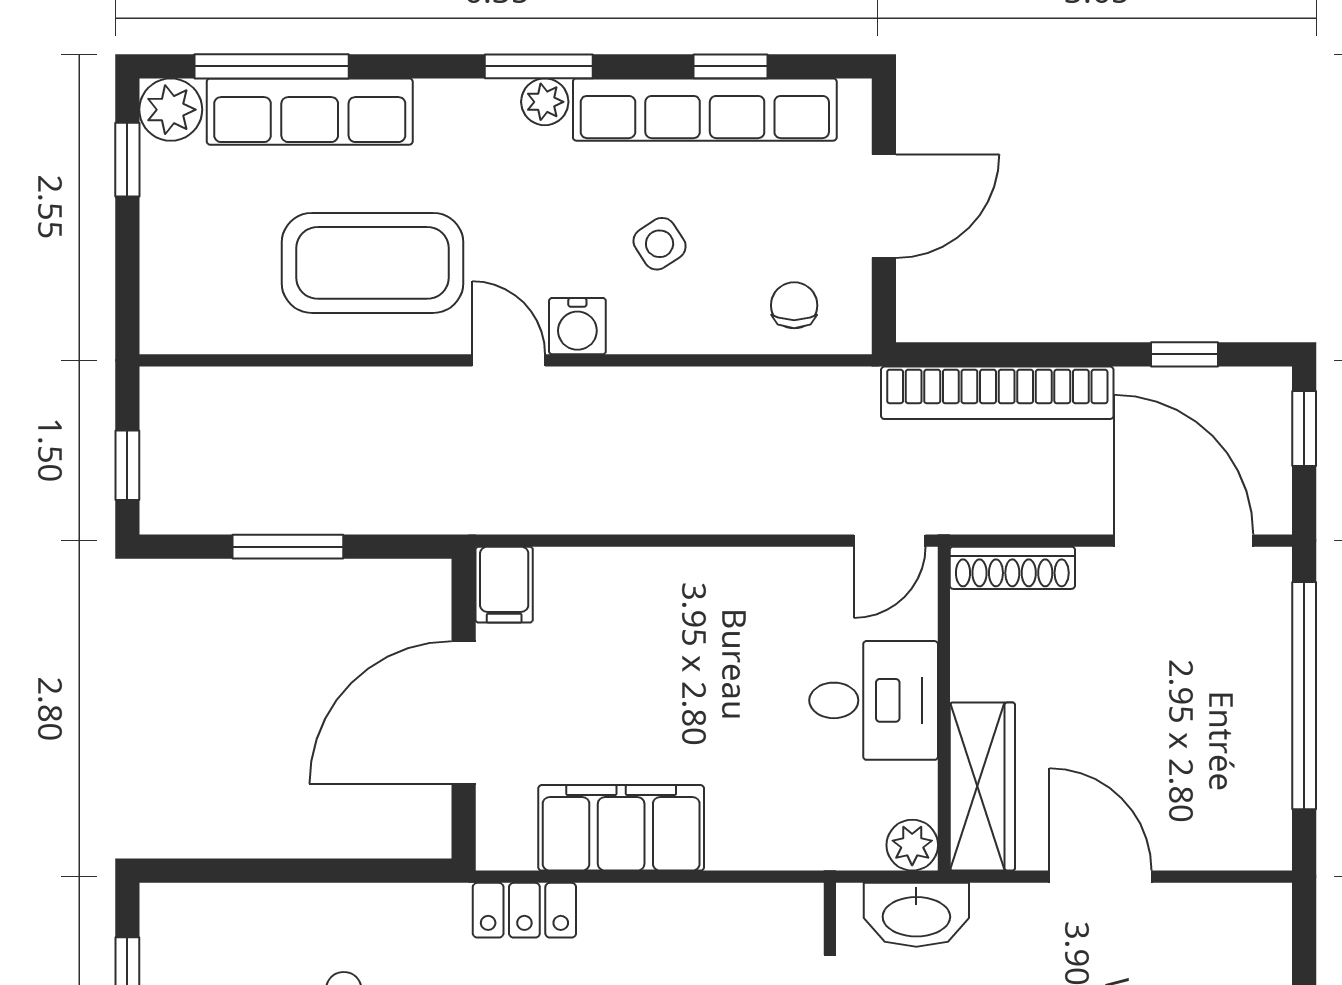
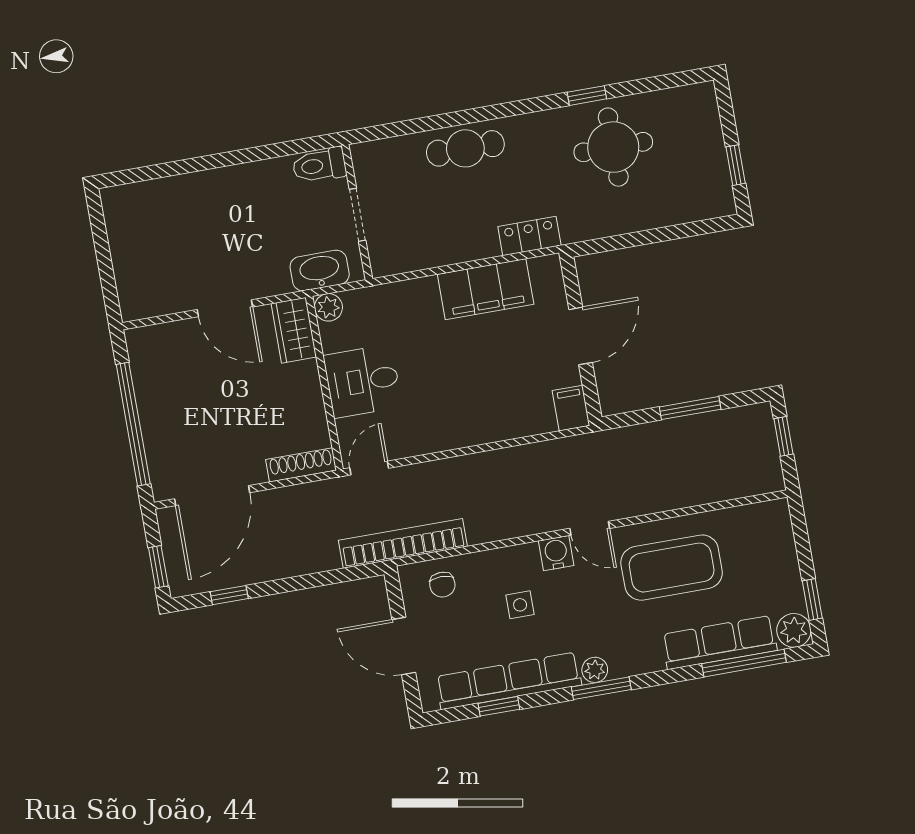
door: (884, 206) -> (404, 646), hinge flipped
side table: (660, 244) -> (520, 605), turned 33
bookcase: (997, 393) -> (403, 543), moved
door: (1184, 541) -> (212, 496), hinge flipped
door: (464, 712) -> (581, 336), width x0.73
wardrobe: (982, 786) -> (294, 330), width x0.67

